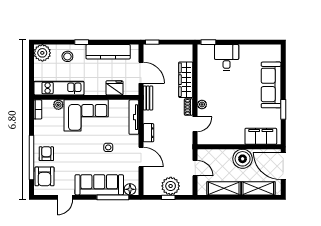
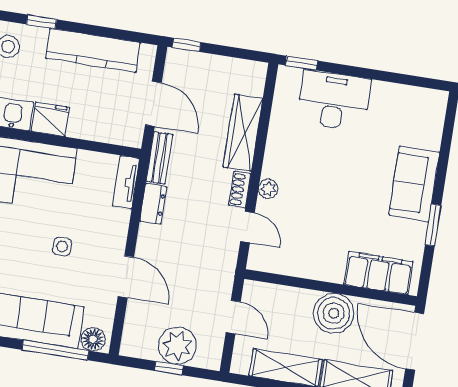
desk: (227, 57) -> (334, 100), width x1.37
sofa: (271, 85) -> (414, 184), width x0.73
fridge: (114, 88) -> (50, 119), moved
tv unit: (134, 117) -> (126, 182), width x0.71
door: (195, 124) -> (247, 227), hinge flipped
dresser: (148, 133) -> (153, 204), moved

